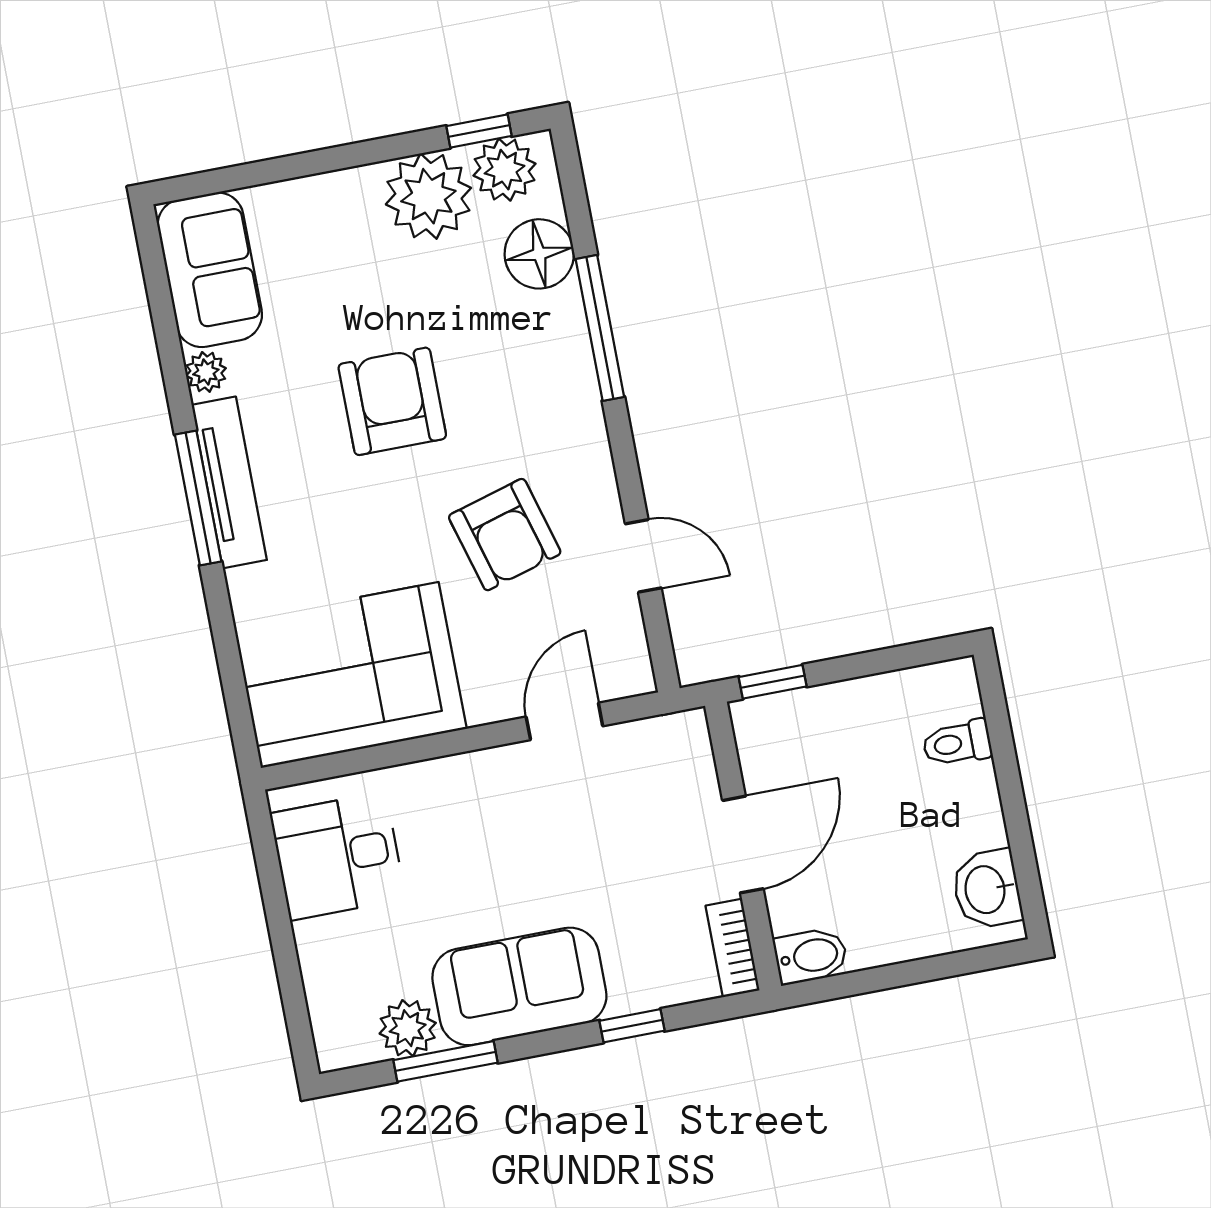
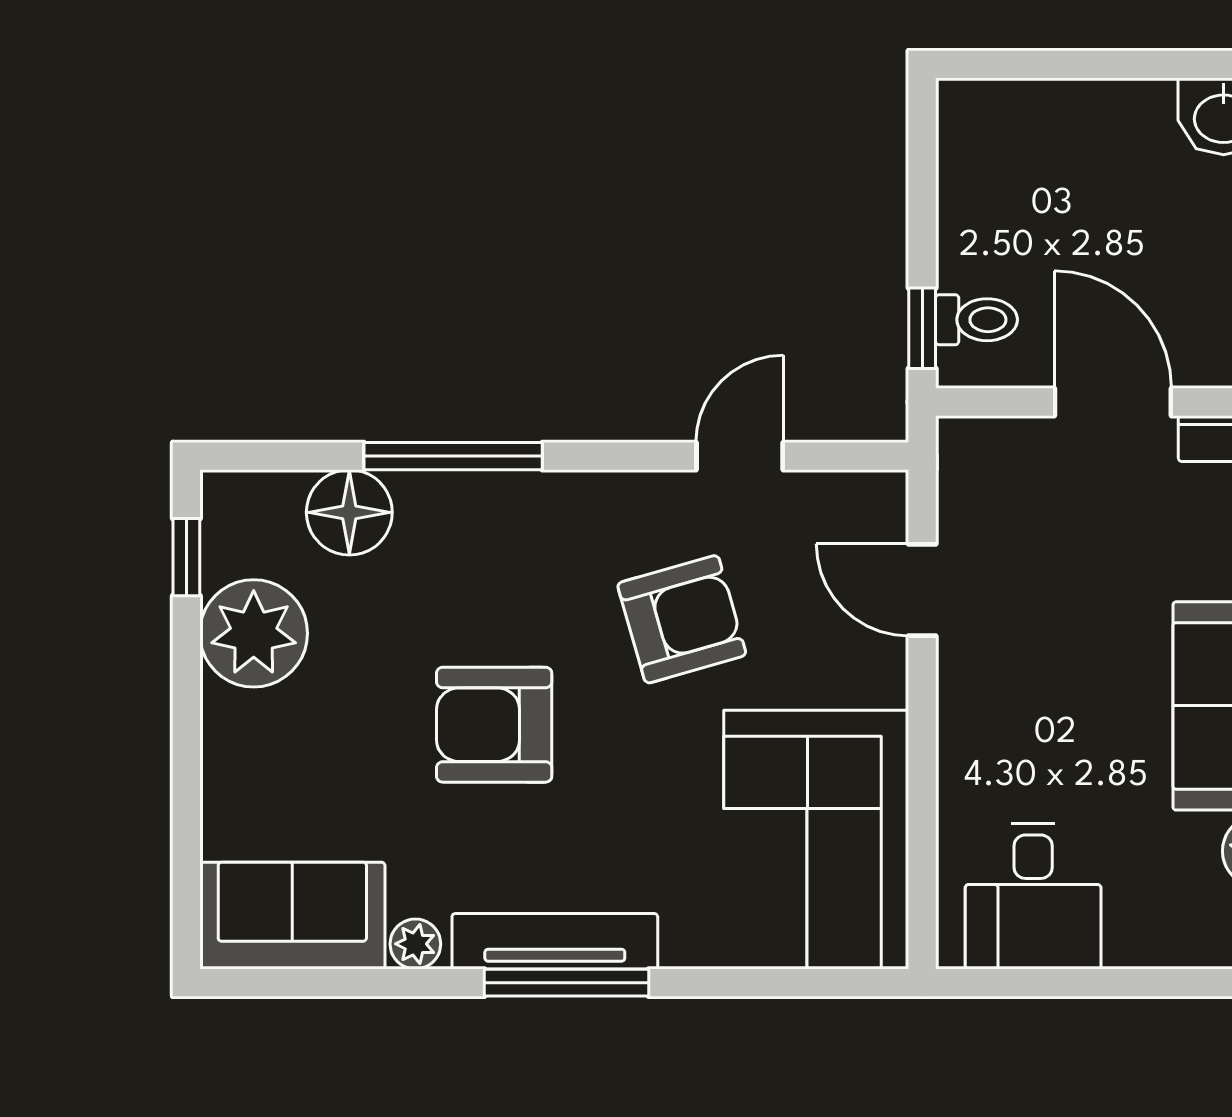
plant: (505, 170) -> (239, 535), removed
toilet: (957, 743) -> (977, 320), moved, turned -90

